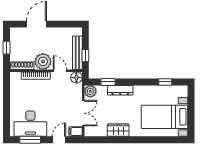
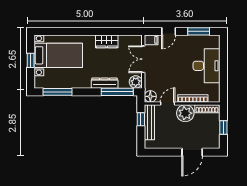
door: (60, 71) -> (168, 103), swing flipped
window: (108, 82) -> (117, 92), width x2.17
window: (165, 82) -> (57, 92), width x2.17
window: (191, 112) -> (31, 60), added
desk: (30, 124) -> (207, 66), moved, turned 90

